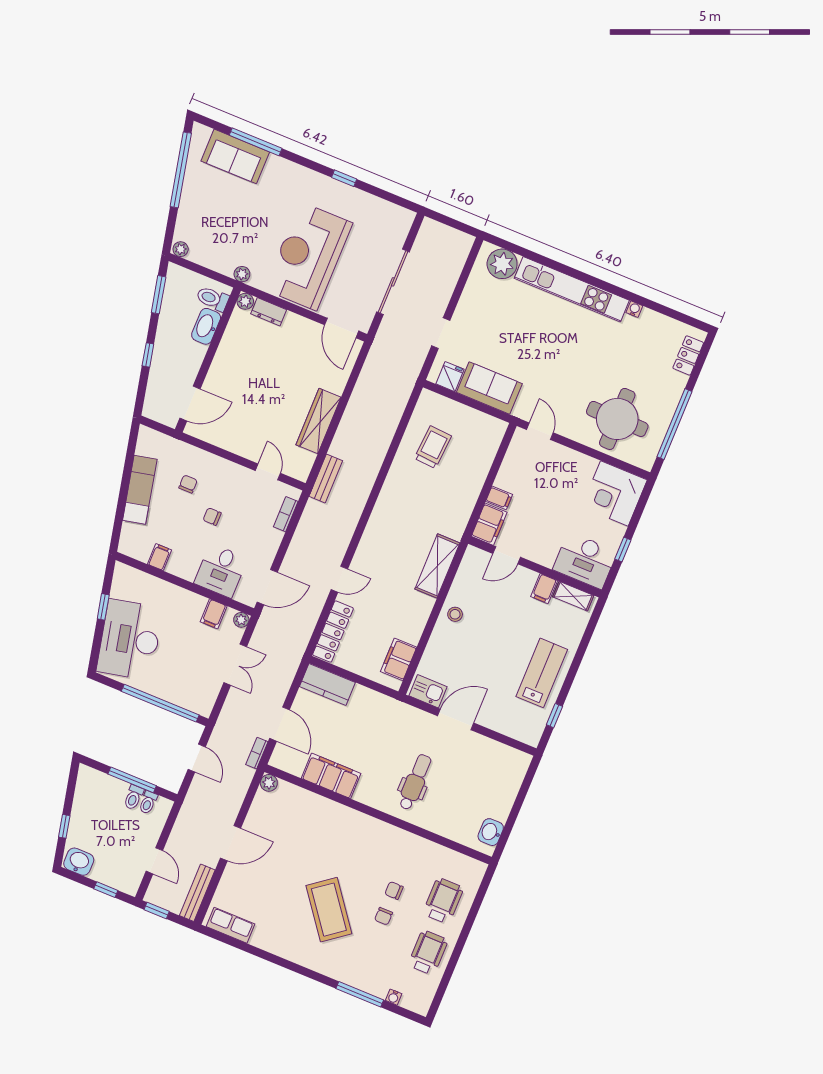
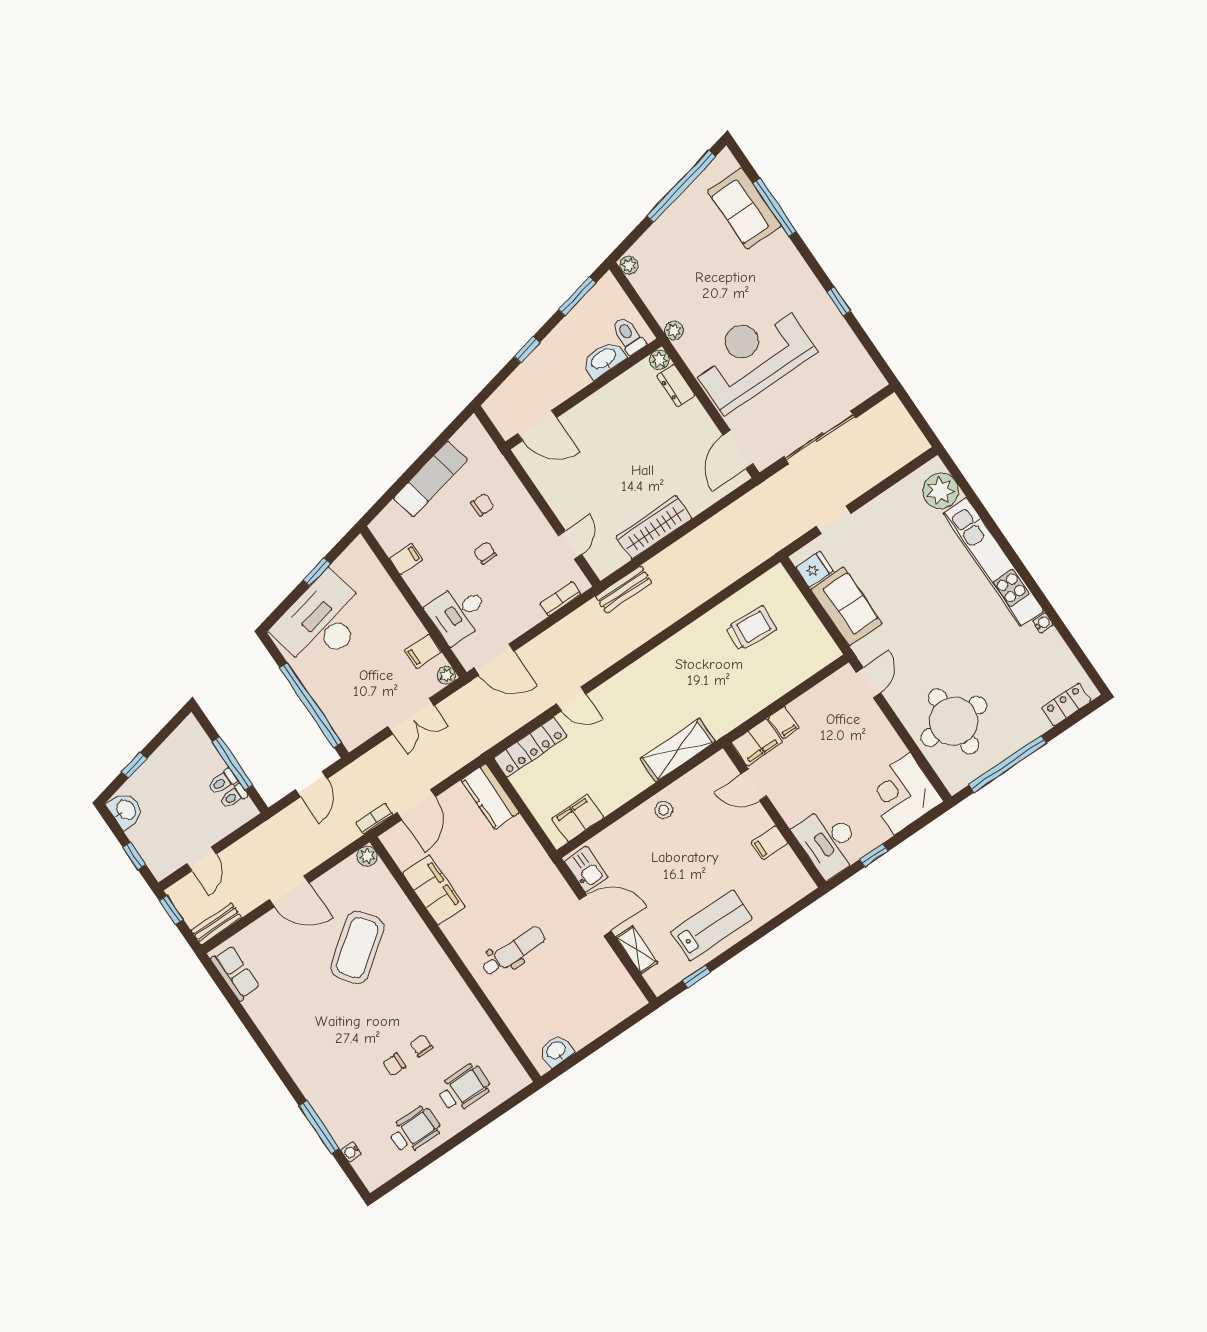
shelving: (573, 596) -> (637, 950), moved
bench: (197, 893) -> (216, 924), width x0.73
coffee table: (329, 910) -> (357, 948), moved

